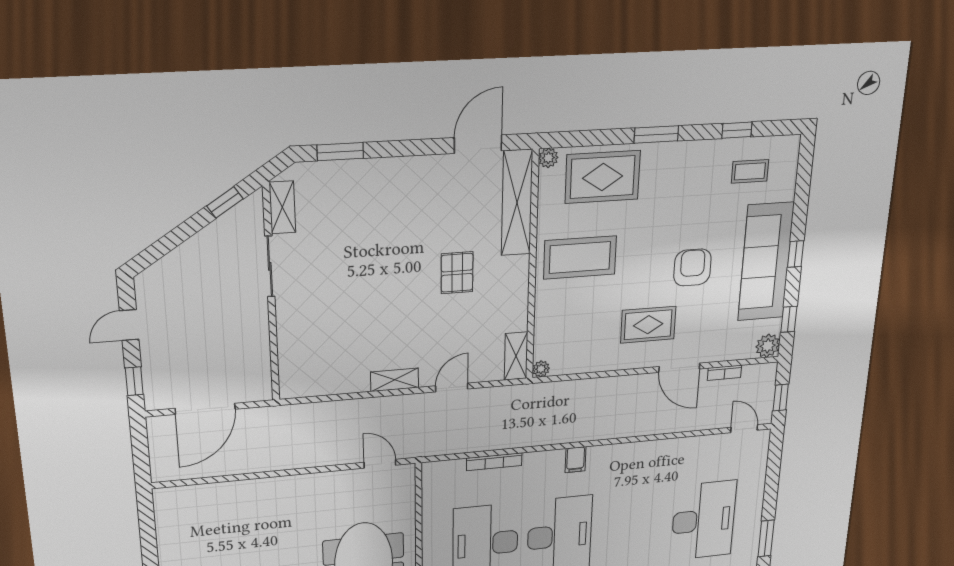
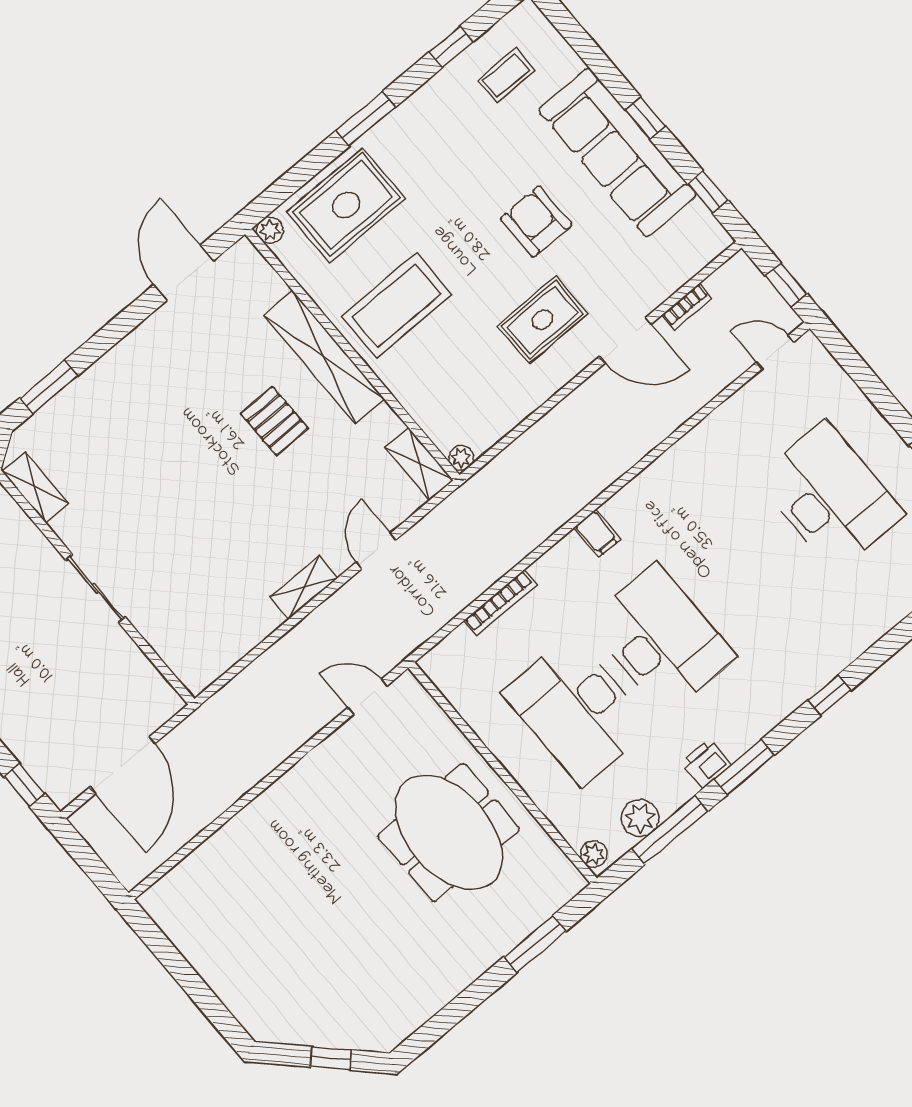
shelving: (517, 203) -> (324, 357), moved
sliding door: (270, 266) -> (95, 588), moved
plant: (768, 346) -> (711, 239), removed

